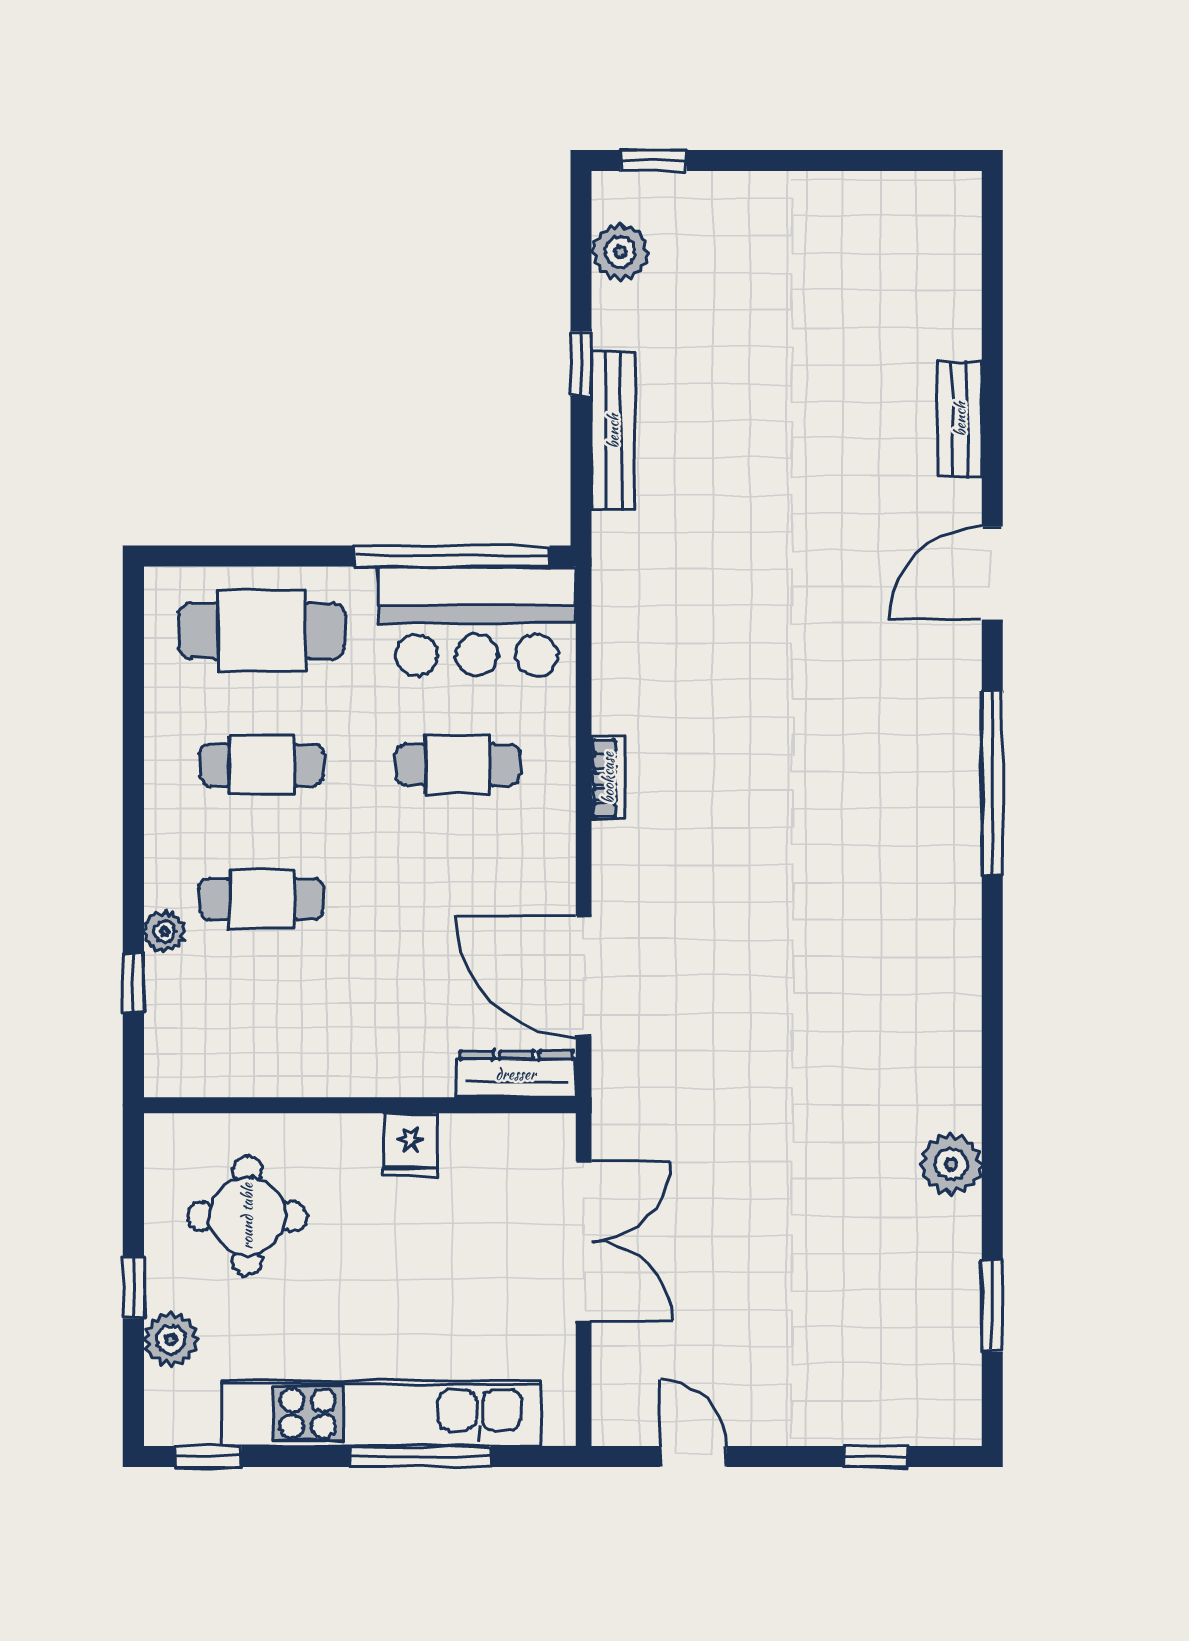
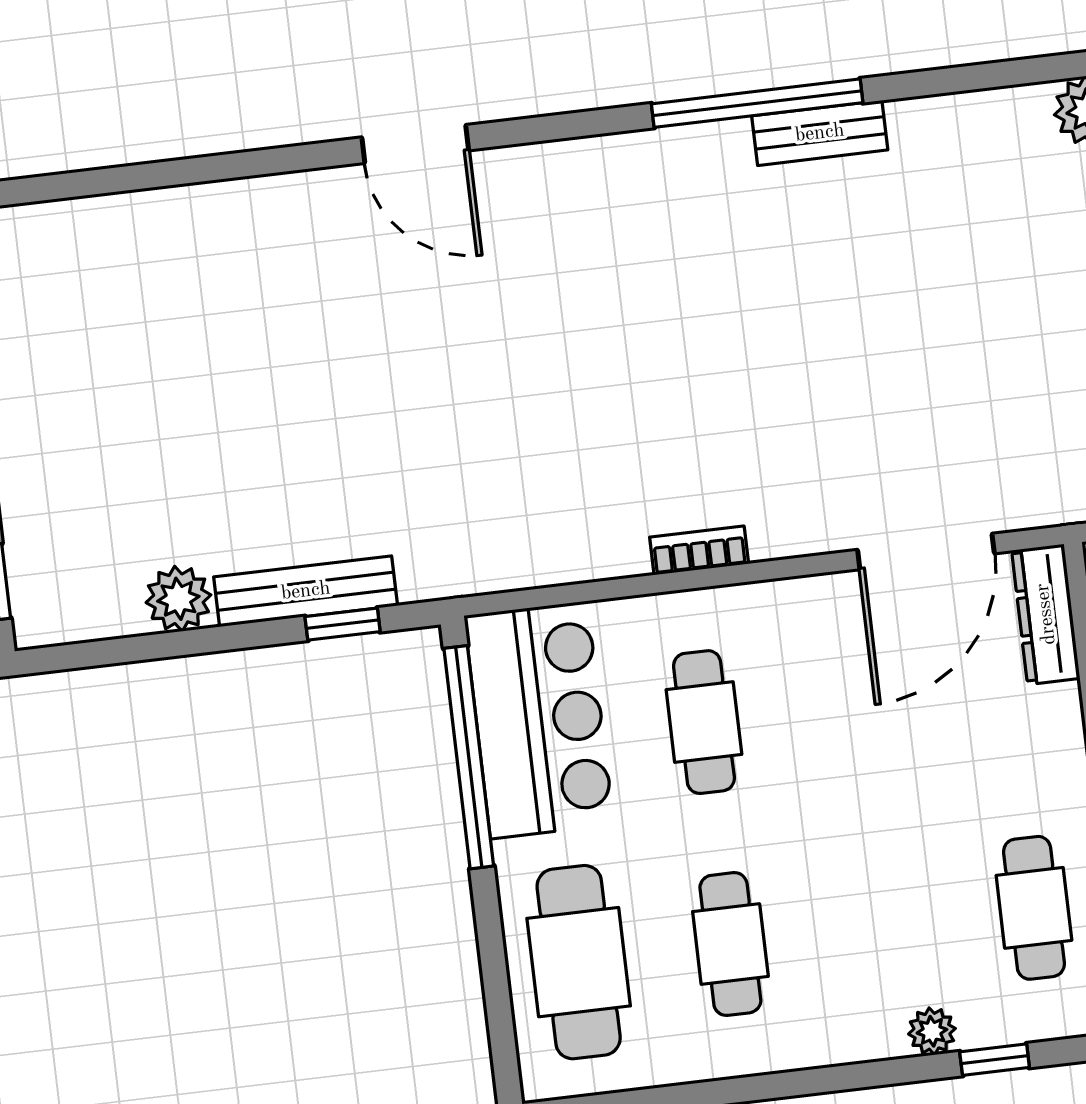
plant: (620, 252) -> (178, 599), moved
window: (581, 364) -> (343, 624), moved
bench: (960, 419) -> (820, 133), moved
window: (992, 783) -> (757, 103), moved
cafe table: (262, 899) -> (1034, 908), moved

